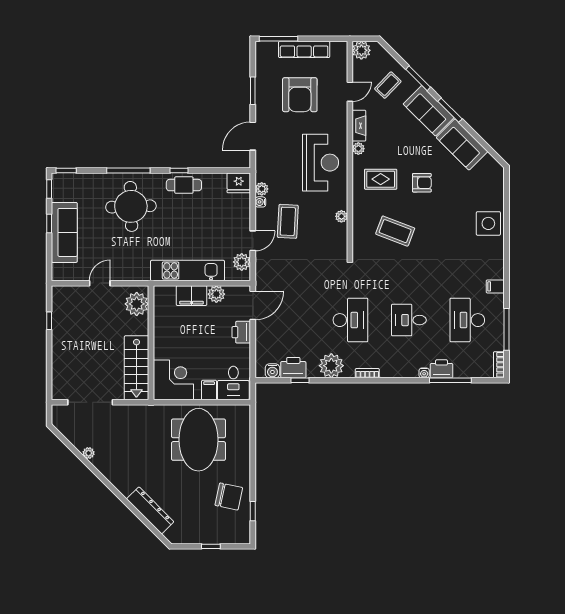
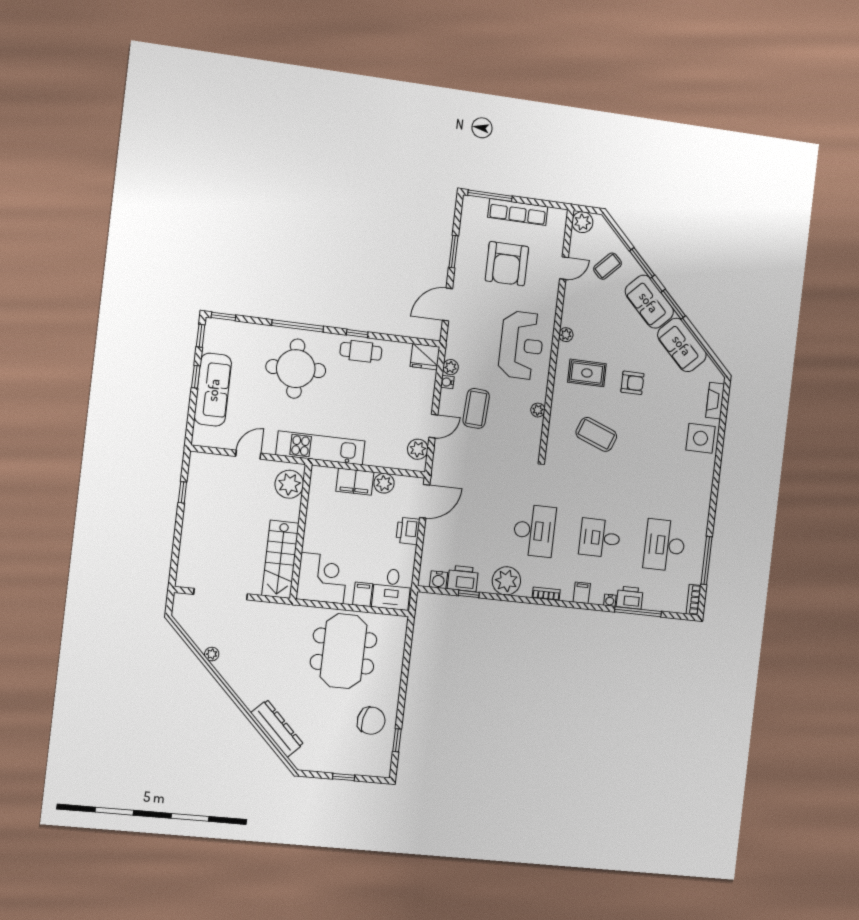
fireplace: (359, 126) -> (715, 401), moved, turned 180
kitchen unit: (188, 270) -> (320, 448), moved
filing cabinet: (495, 286) -> (582, 593), moved, turned 90

